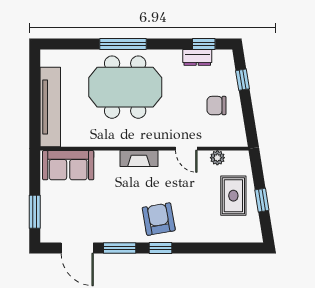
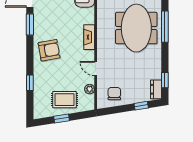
dresser: (197, 57) -> (156, 89), moved
chair: (217, 106) -> (114, 94), moved
door: (186, 149) -> (96, 69), hinge flipped
window: (161, 248) -> (30, 83), moved

